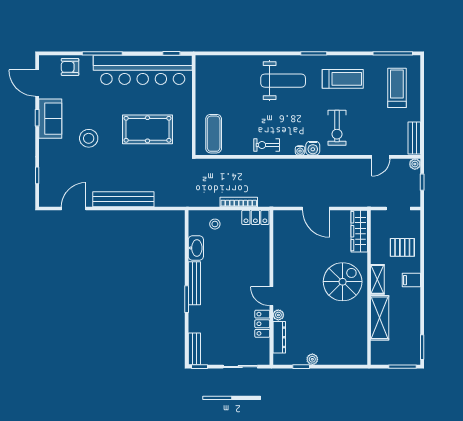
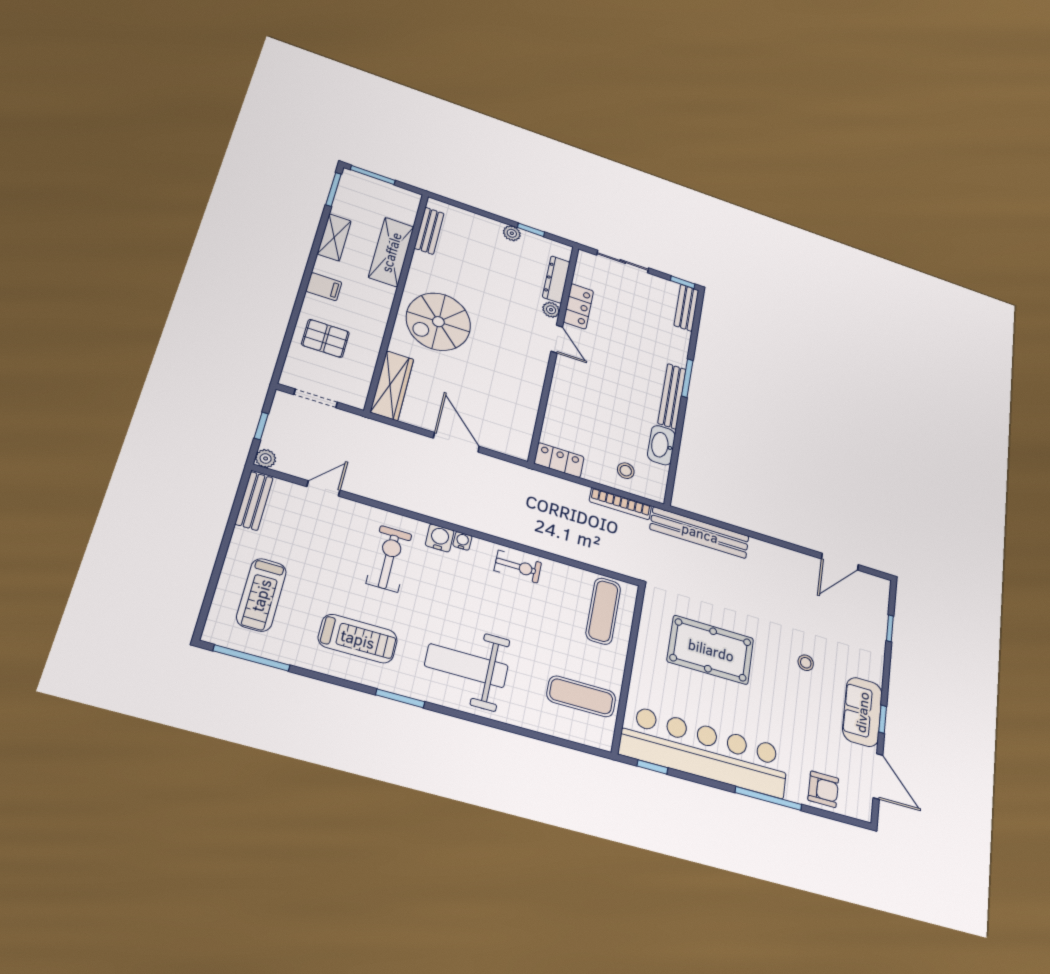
treadmill: (343, 79) -> (358, 639), turned 180
exercise mat: (218, 81) -> (581, 696), added
stool: (89, 138) -> (806, 663), width x0.53, depth x0.53
bench: (123, 199) -> (700, 533), moved
bookcase: (239, 202) -> (620, 504), moved
shelving: (377, 279) -> (334, 237), moved
bench: (361, 341) -> (429, 231), added

